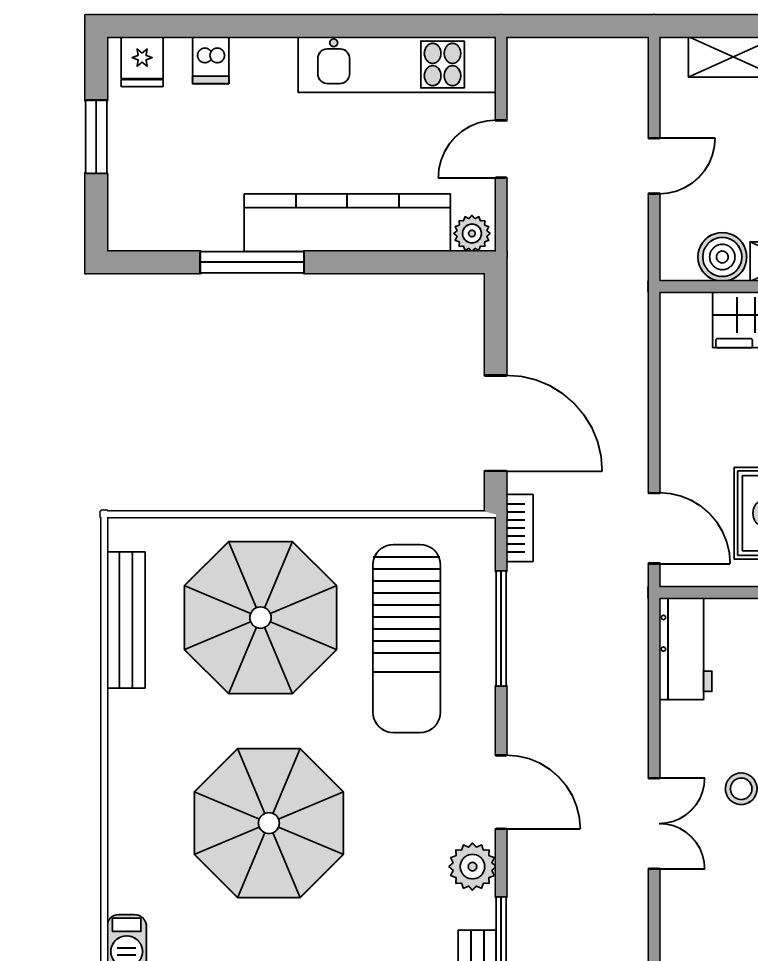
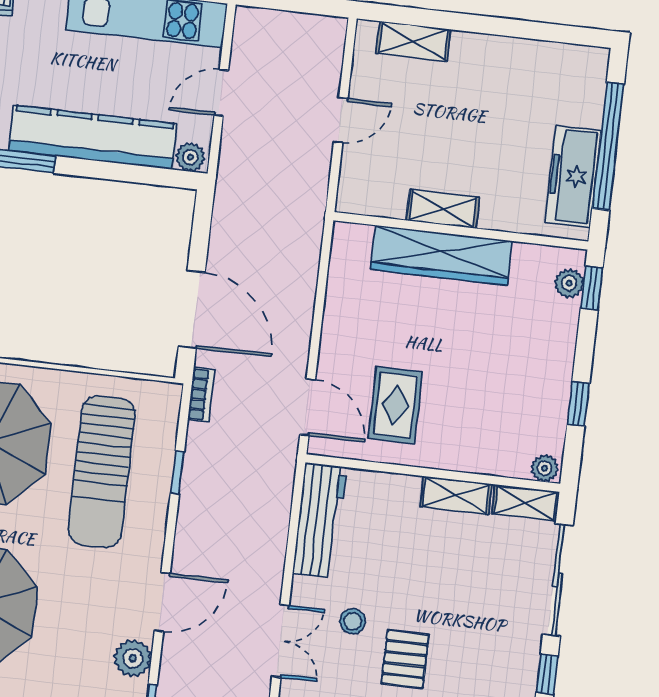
boiler: (722, 257) -> (386, 199), removed
window: (501, 628) -> (177, 472), width x0.46
workbench: (686, 649) -> (320, 520), width x1.37
door: (501, 792) -> (162, 602), hinge flipped

